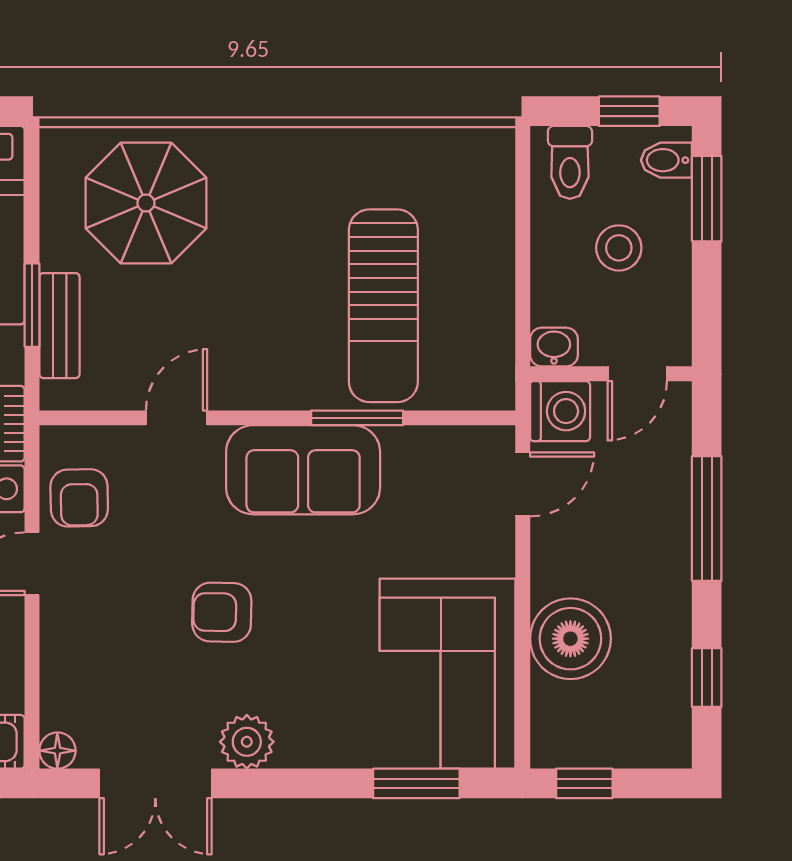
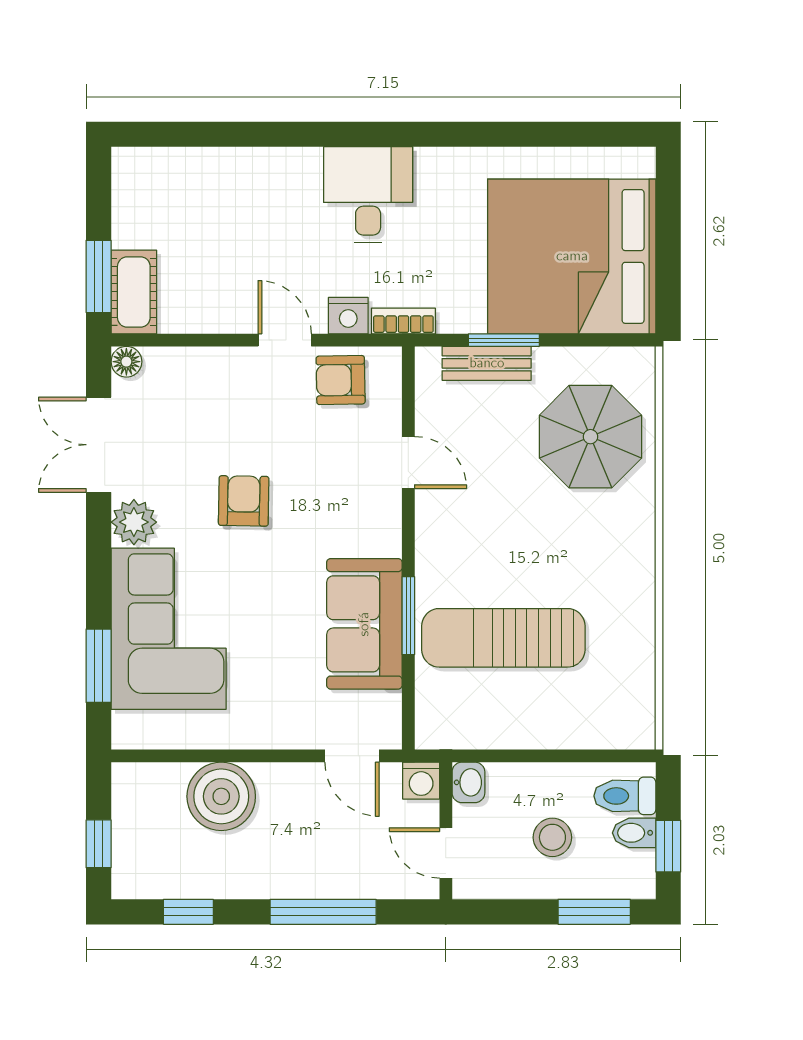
bidet: (666, 160) -> (634, 833), moved, turned -90
washing machine: (560, 411) -> (421, 781), width x0.73, depth x0.73
sofa: (303, 470) -> (364, 624), moved
corner sofa: (447, 674) -> (169, 629), moved, turned 90
window: (584, 783) -> (99, 844), moved

